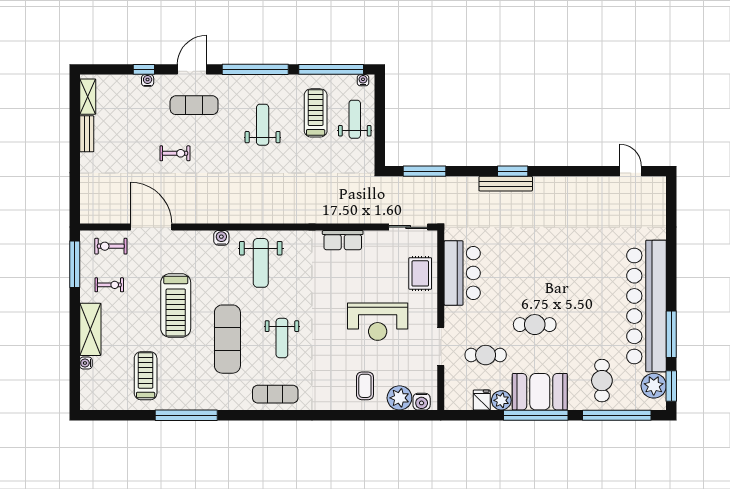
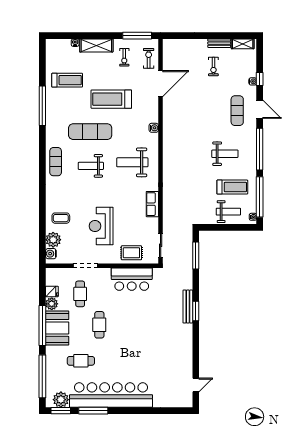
exercise bike: (175, 153) -> (213, 67), moved
weight bench: (261, 263) -> (132, 162), moved
cafe table: (602, 381) -> (81, 361), moved

